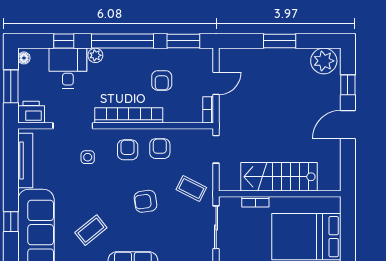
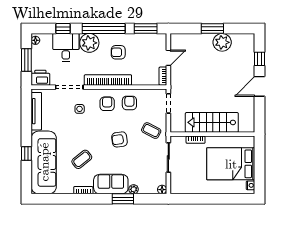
plant: (95, 55) -> (89, 43), width x1.88, depth x1.88
plant: (324, 61) -> (222, 42), moved
armchair: (162, 80) -> (118, 52), moved, turned 90

